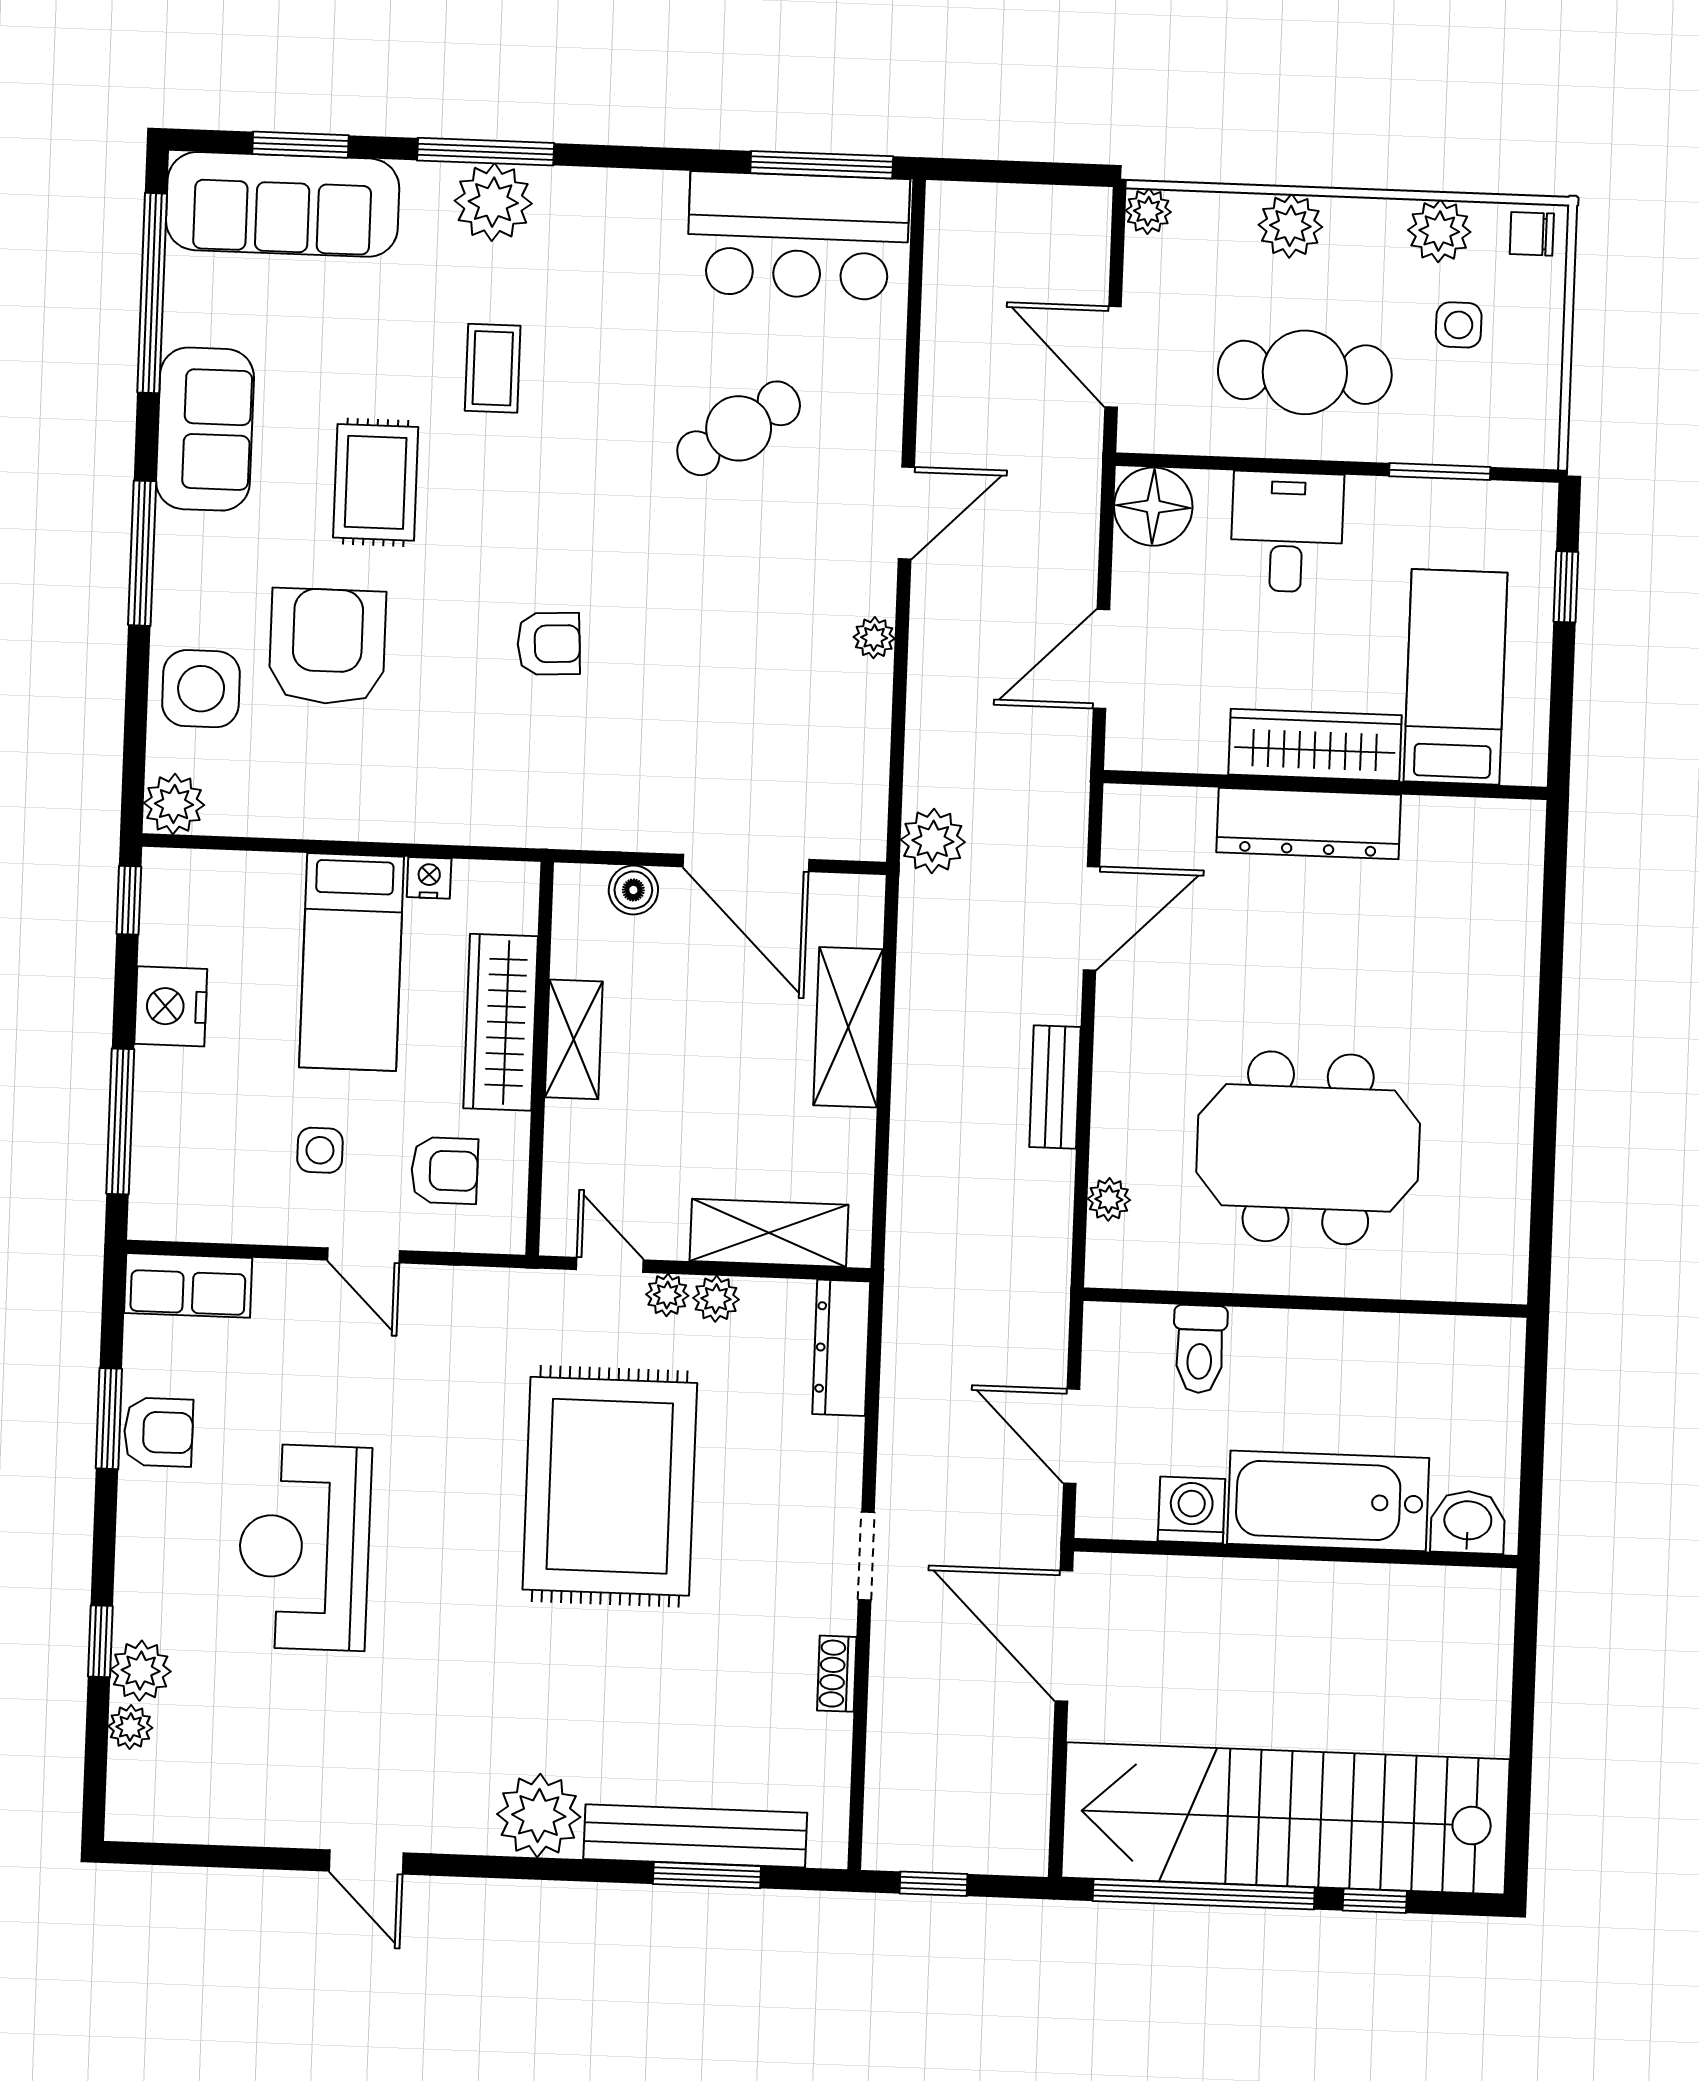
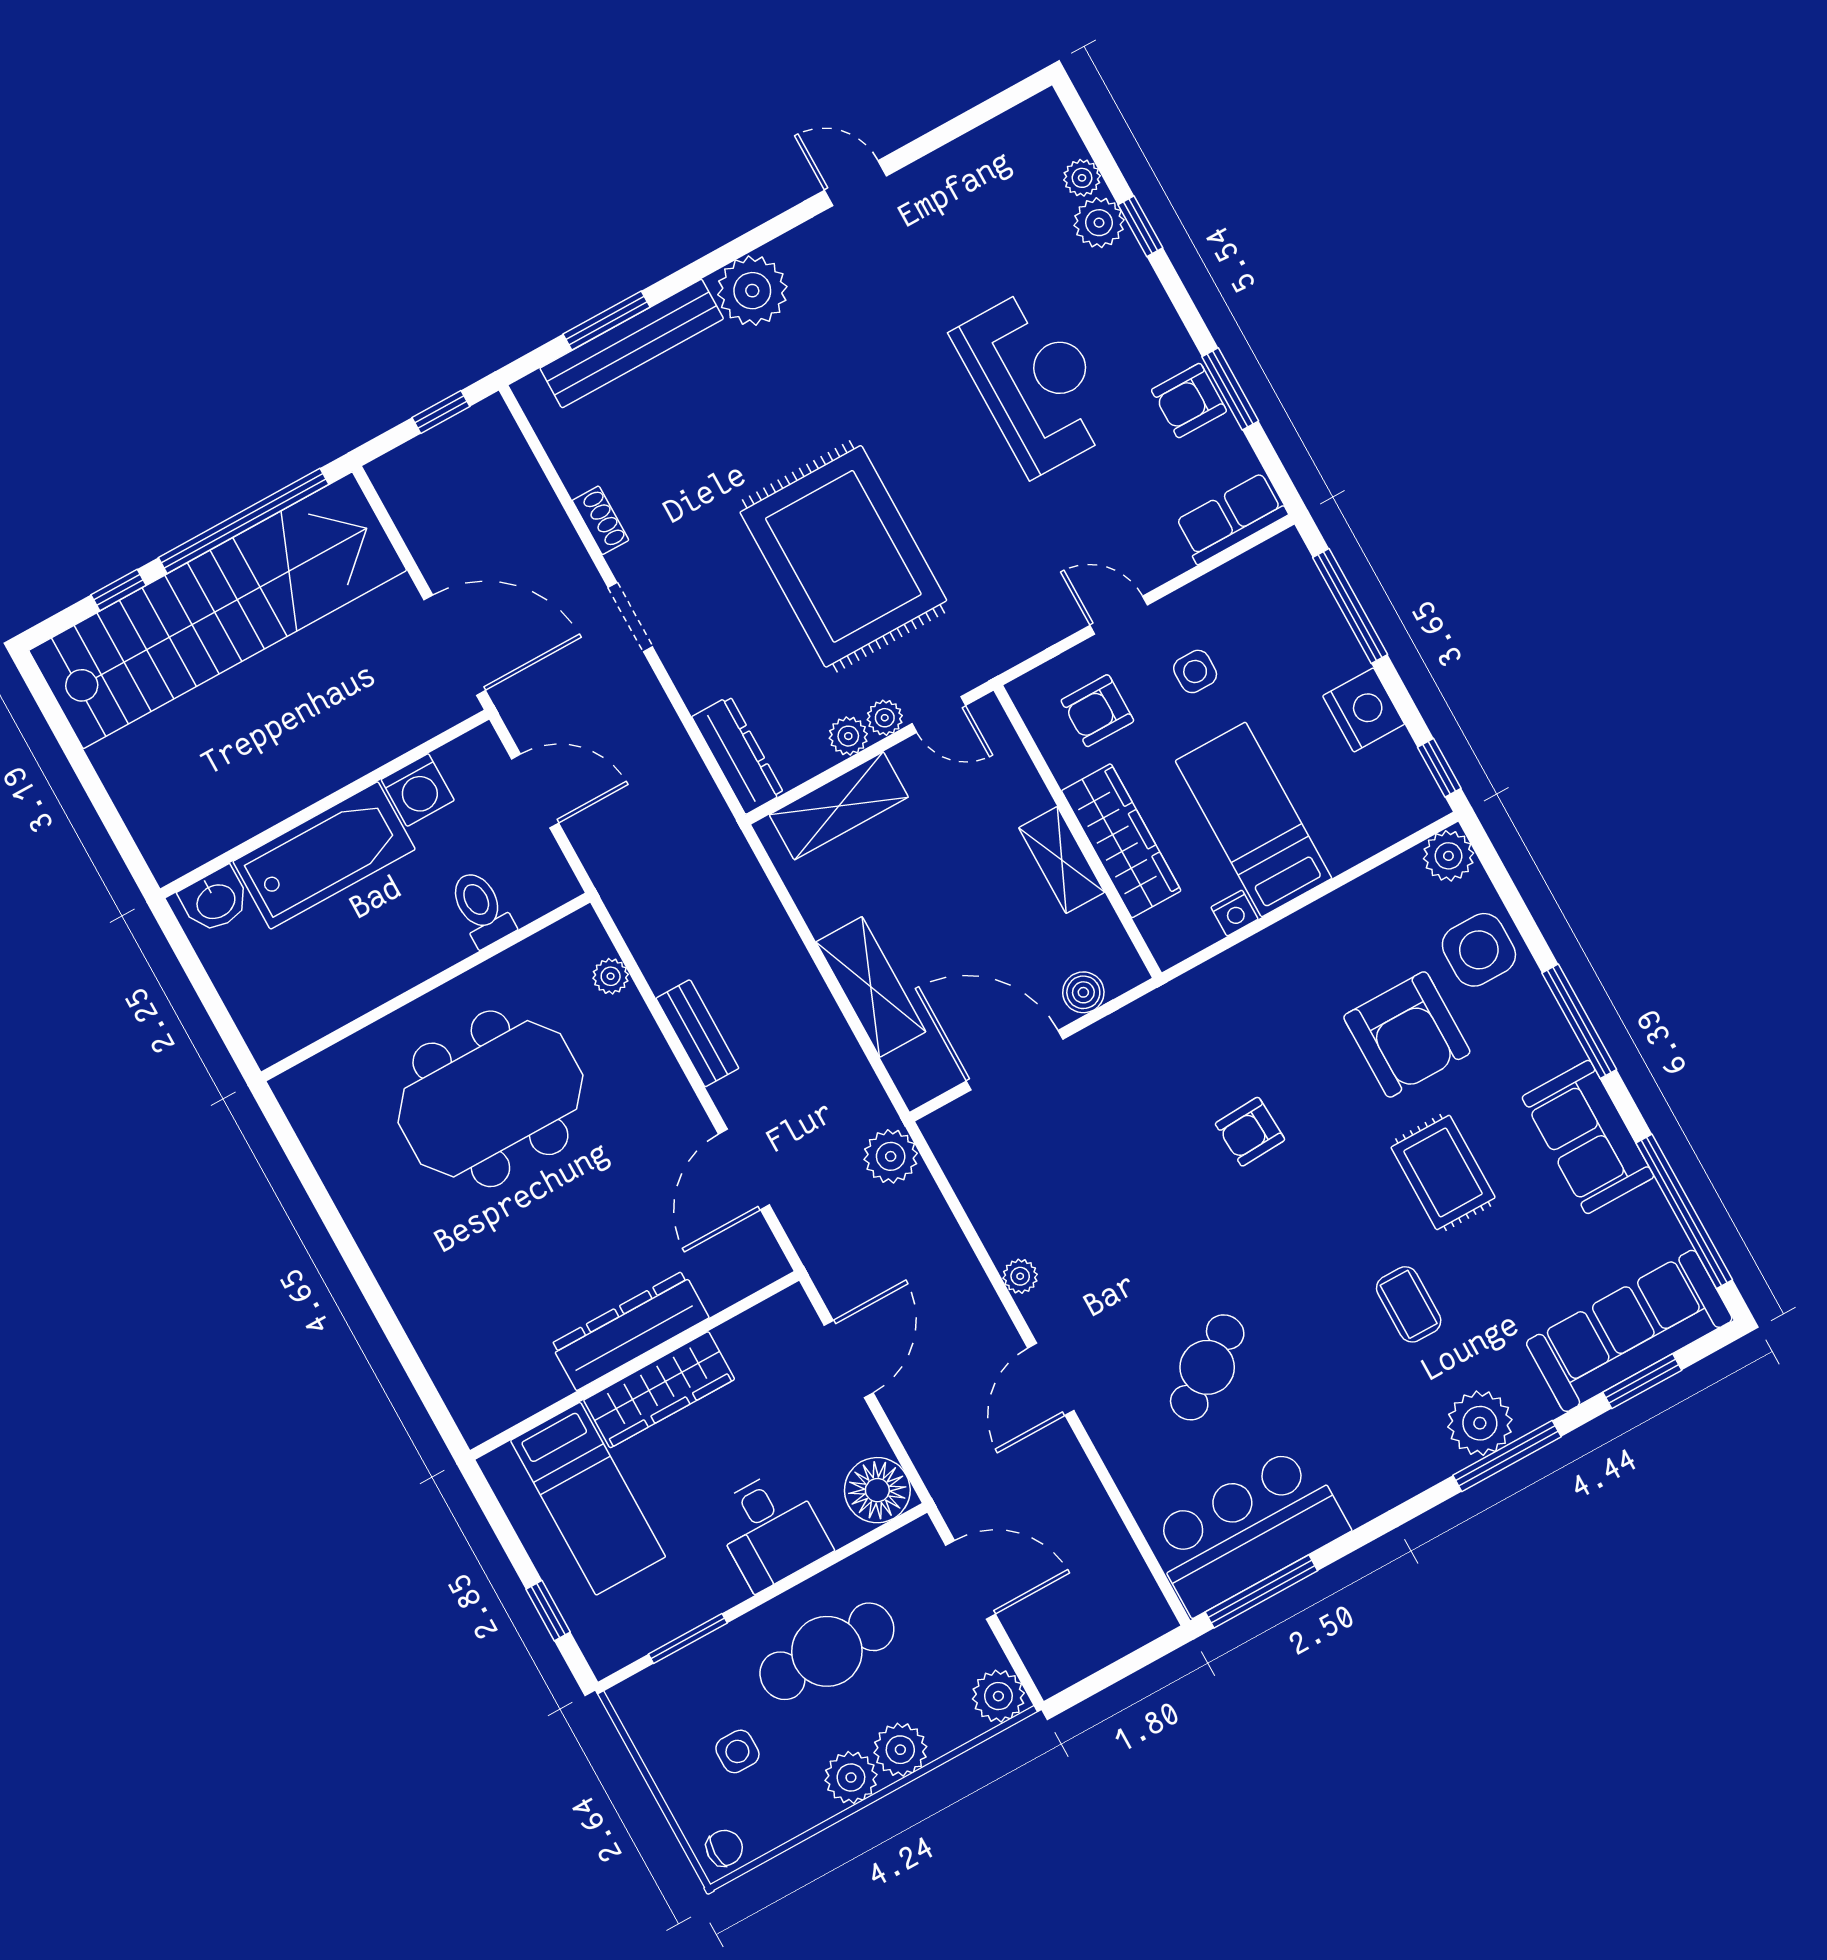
plant: (1148, 211) -> (998, 1696), width x1.38, depth x1.38
plant: (1439, 231) -> (851, 1777), moved

